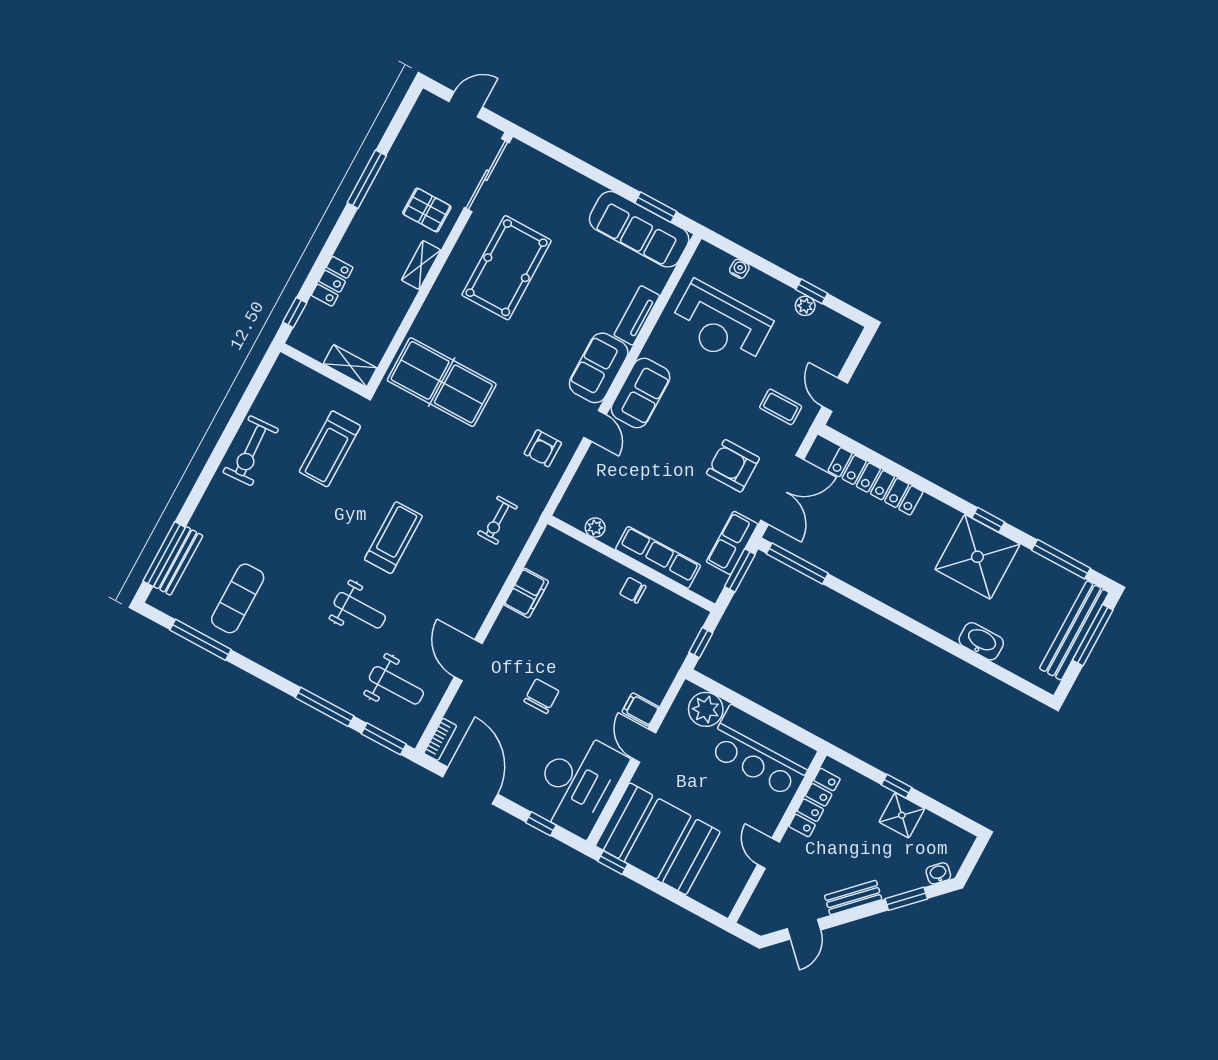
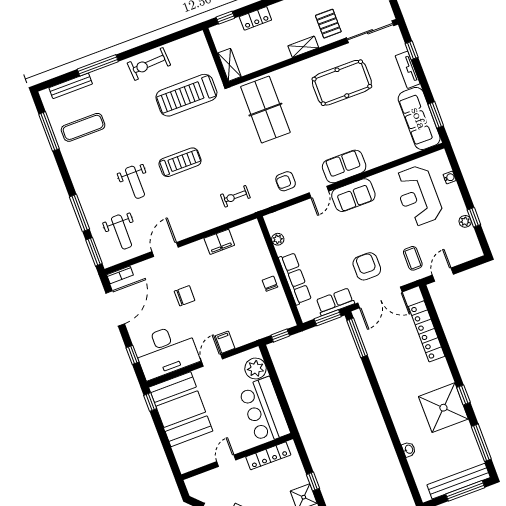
window: (557, 154) -> (412, 50), added
tv unit: (637, 315) -> (408, 70), moved, turned -90
treadmill: (330, 449) -> (186, 95), width x1.37, depth x1.38
window: (164, 554) -> (98, 65), moved
washbasin: (981, 641) -> (409, 449), width x0.52, depth x0.69

